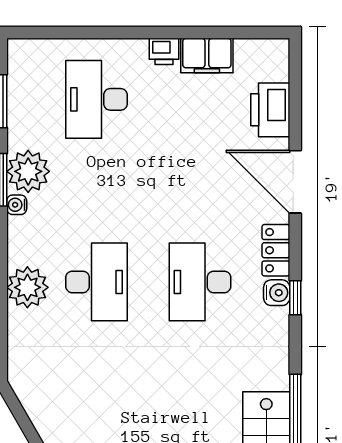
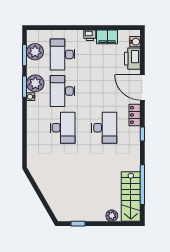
desk: (96, 191) -> (63, 91), added
desk: (200, 282) -> (104, 128), turned 180
plant: (27, 287) -> (35, 52), moved
water cooler: (277, 293) -> (135, 42), moved

